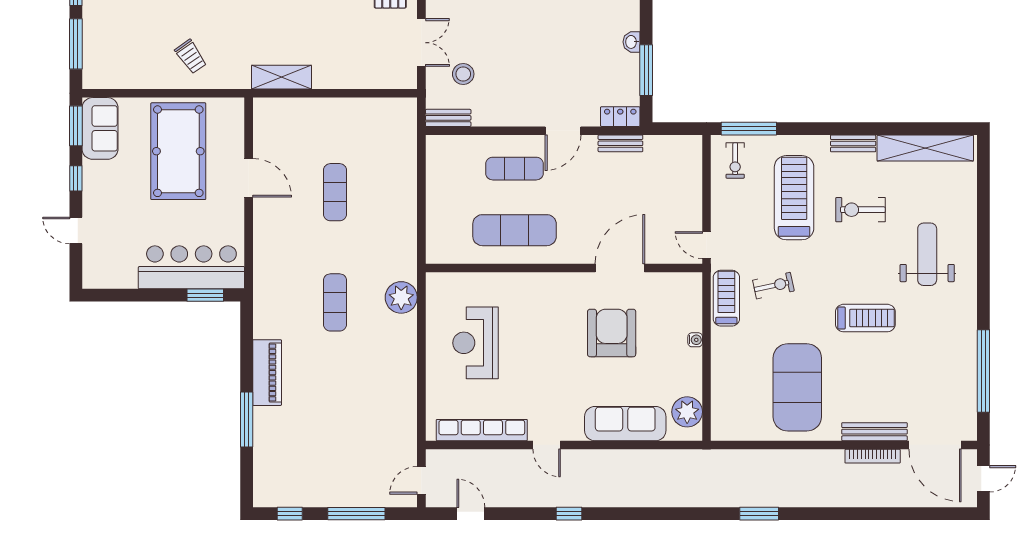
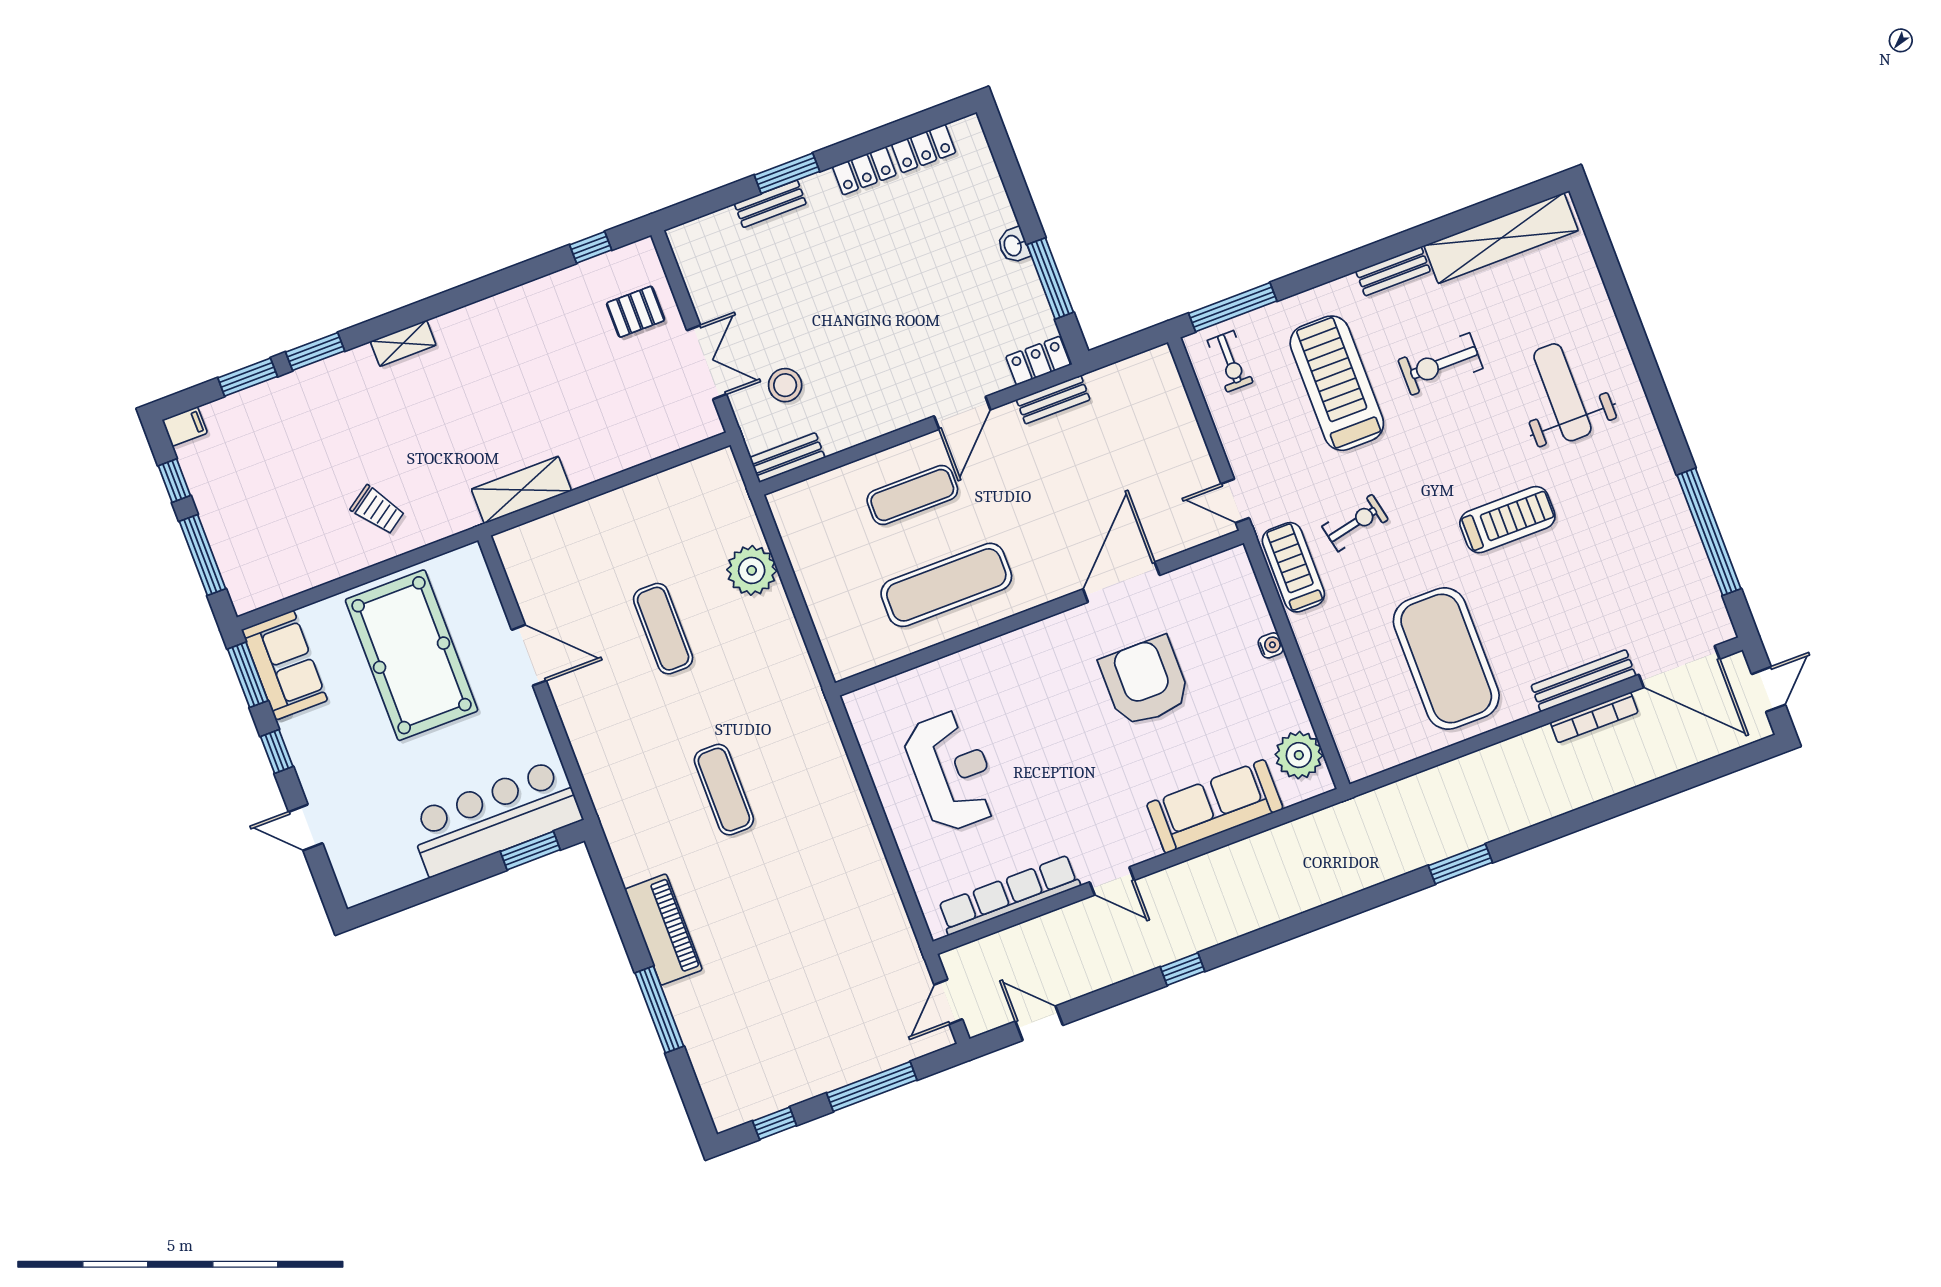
plant: (401, 297) -> (752, 570), moved
reception desk: (476, 343) -> (952, 771), turned 180

